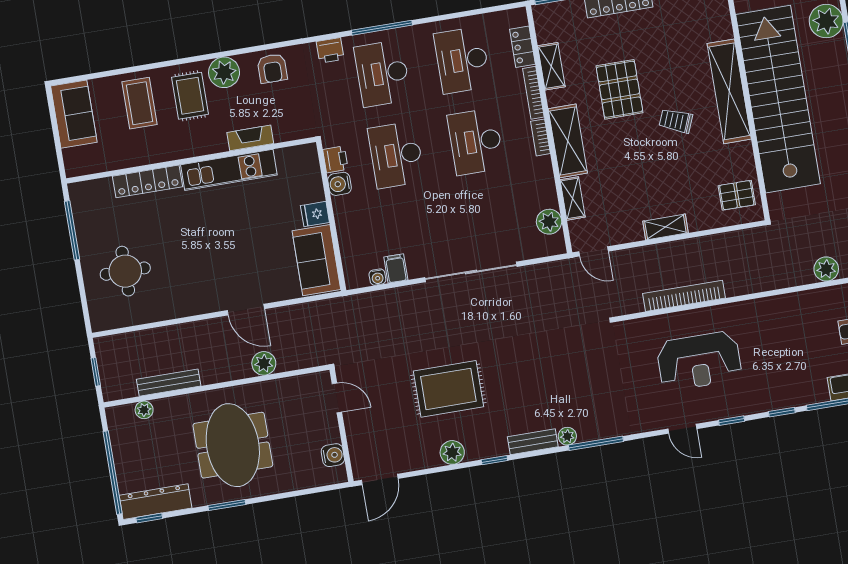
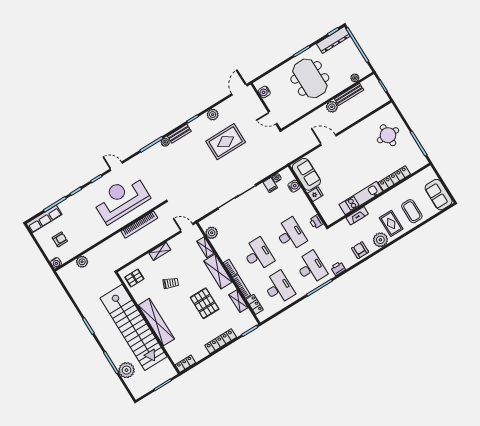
trolley: (676, 121) -> (171, 283), moved
water cooler: (340, 184) -> (294, 186), moved
reception desk: (699, 361) -> (121, 199), width x1.36, depth x1.30
plant: (264, 363) -> (332, 107), moved

